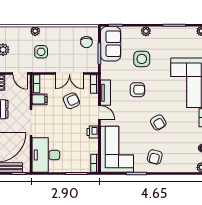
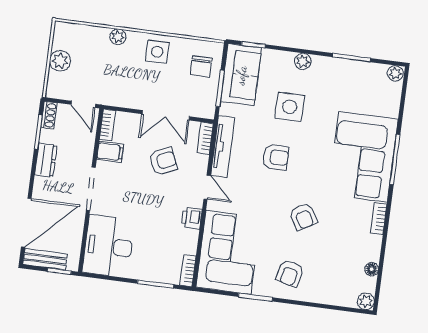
side table: (41, 52) -> (157, 52), moved
tv unit: (105, 93) -> (223, 146), width x1.41

